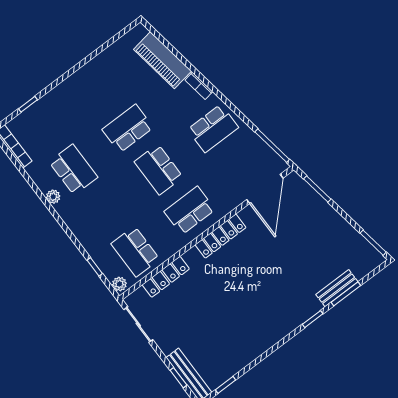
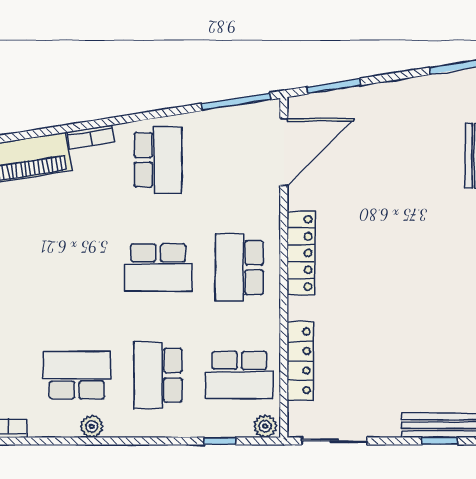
school desk: (128, 129) -> (158, 375), moved
door: (265, 189) -> (284, 152), hinge flipped

